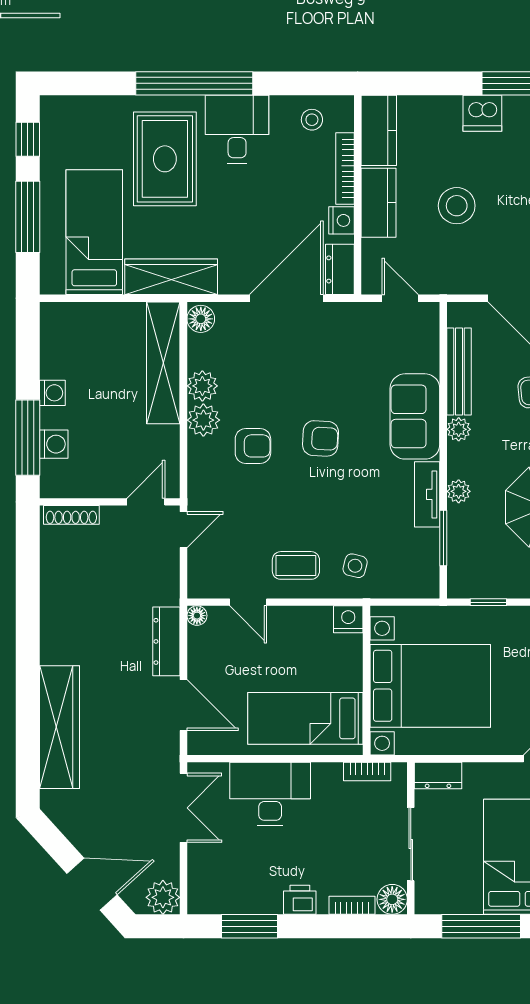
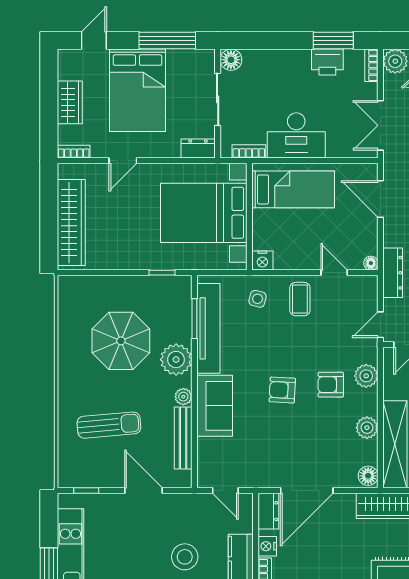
plant: (203, 420) -> (366, 376), moved
plant: (459, 491) -> (176, 360), width x1.87, depth x1.87
tv unit: (427, 494) -> (208, 328), width x1.92, depth x1.29
coffee table: (296, 565) -> (300, 299), turned 90
dresser: (166, 641) -> (393, 273), moved
desk: (270, 794) -> (296, 135), moved
printer: (300, 900) -> (327, 62), moved, width x1.36, depth x1.24
bookcase: (352, 905) -> (371, 65), moved, turned 90

